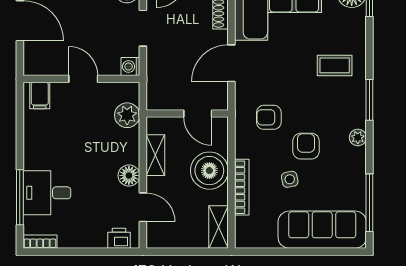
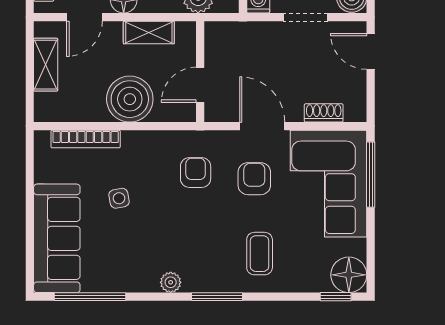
armchair: (306, 146) -> (254, 179), moved, turned -90
bookcase: (242, 187) -> (86, 139), moved
shelving: (218, 227) -> (46, 65), moved, turned 90

